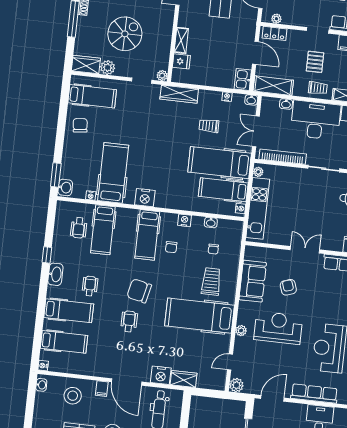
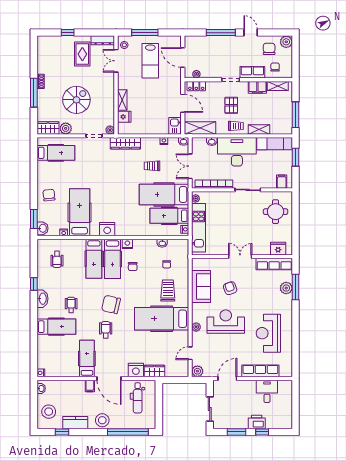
chair: (80, 125) -> (49, 195), moved
nightstand: (184, 220) -> (127, 244), moved
hospital bed: (103, 230) -> (94, 259), moved
hospital bed: (64, 342) -> (87, 358), moved, turned -90
stool: (73, 396) -> (49, 412), moved

